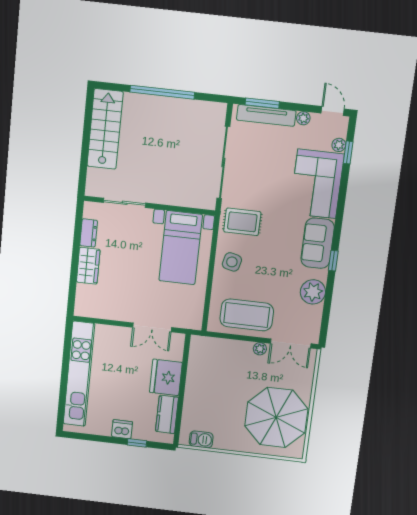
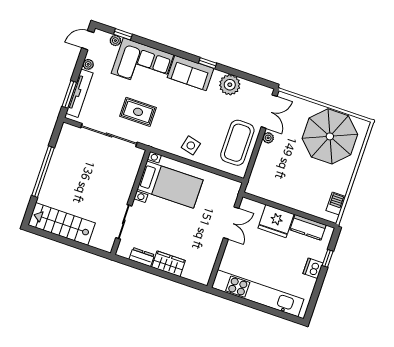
rug: (242, 222) -> (138, 112), moved, turned 90

